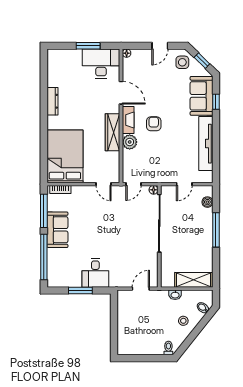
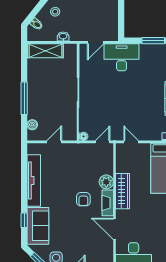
desk: (95, 273) -> (122, 57), moved, width x1.37

